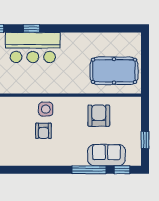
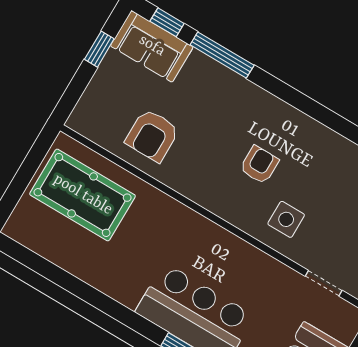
side table: (46, 109) -> (286, 219), moved
sofa: (106, 155) -> (152, 46), moved

